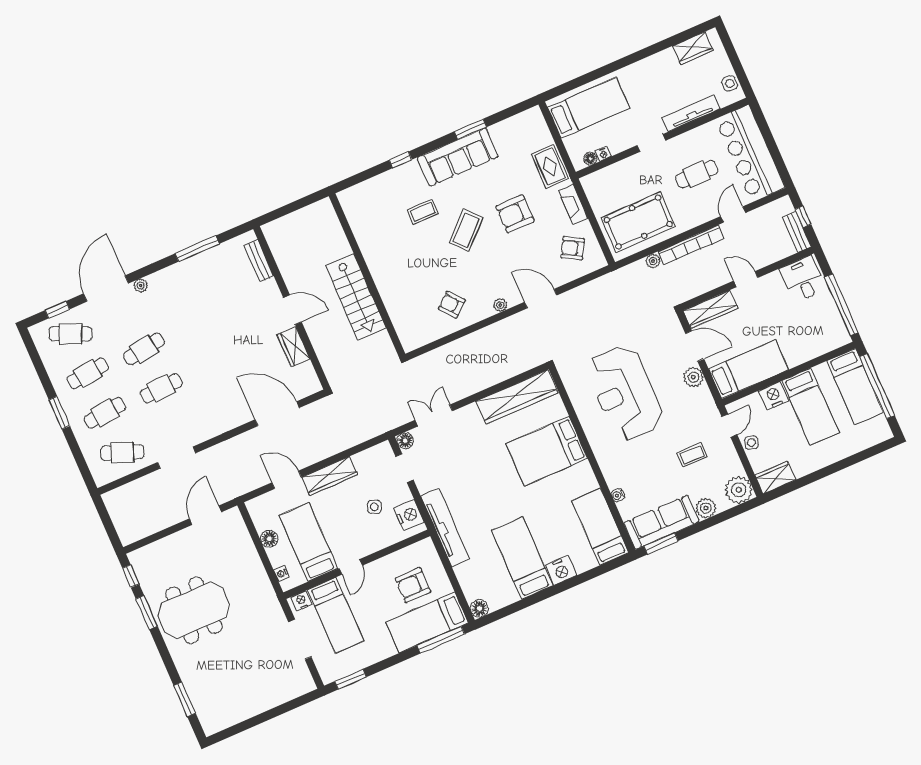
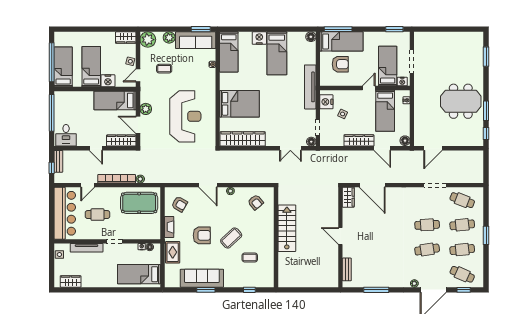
sofa: (458, 157) -> (202, 278), moved
wall: (367, 275) -> (276, 237), moved
stairs: (356, 297) -> (287, 228), moved
wardrobe: (294, 347) -> (348, 197), moved
floor lamp: (269, 539) -> (405, 141), moved

